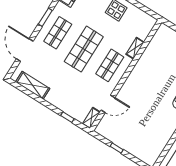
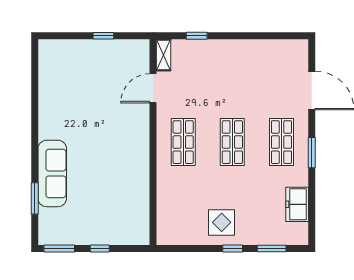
shelving: (135, 48) -> (164, 187), removed
shop shelf: (84, 49) -> (232, 142), width x0.70, depth x0.74
shelving: (33, 85) -> (271, 49), removed

